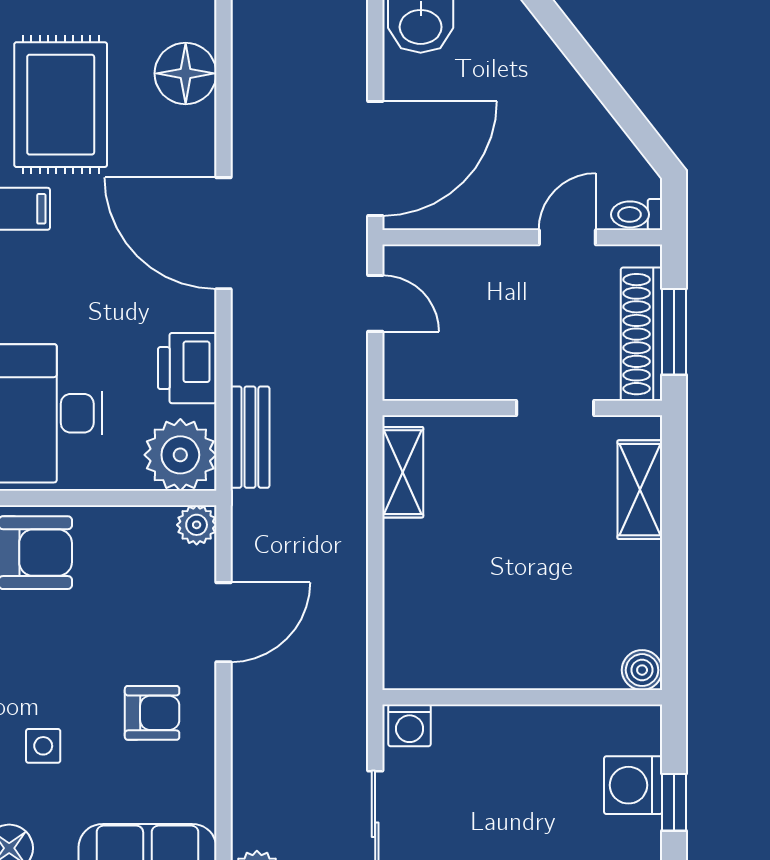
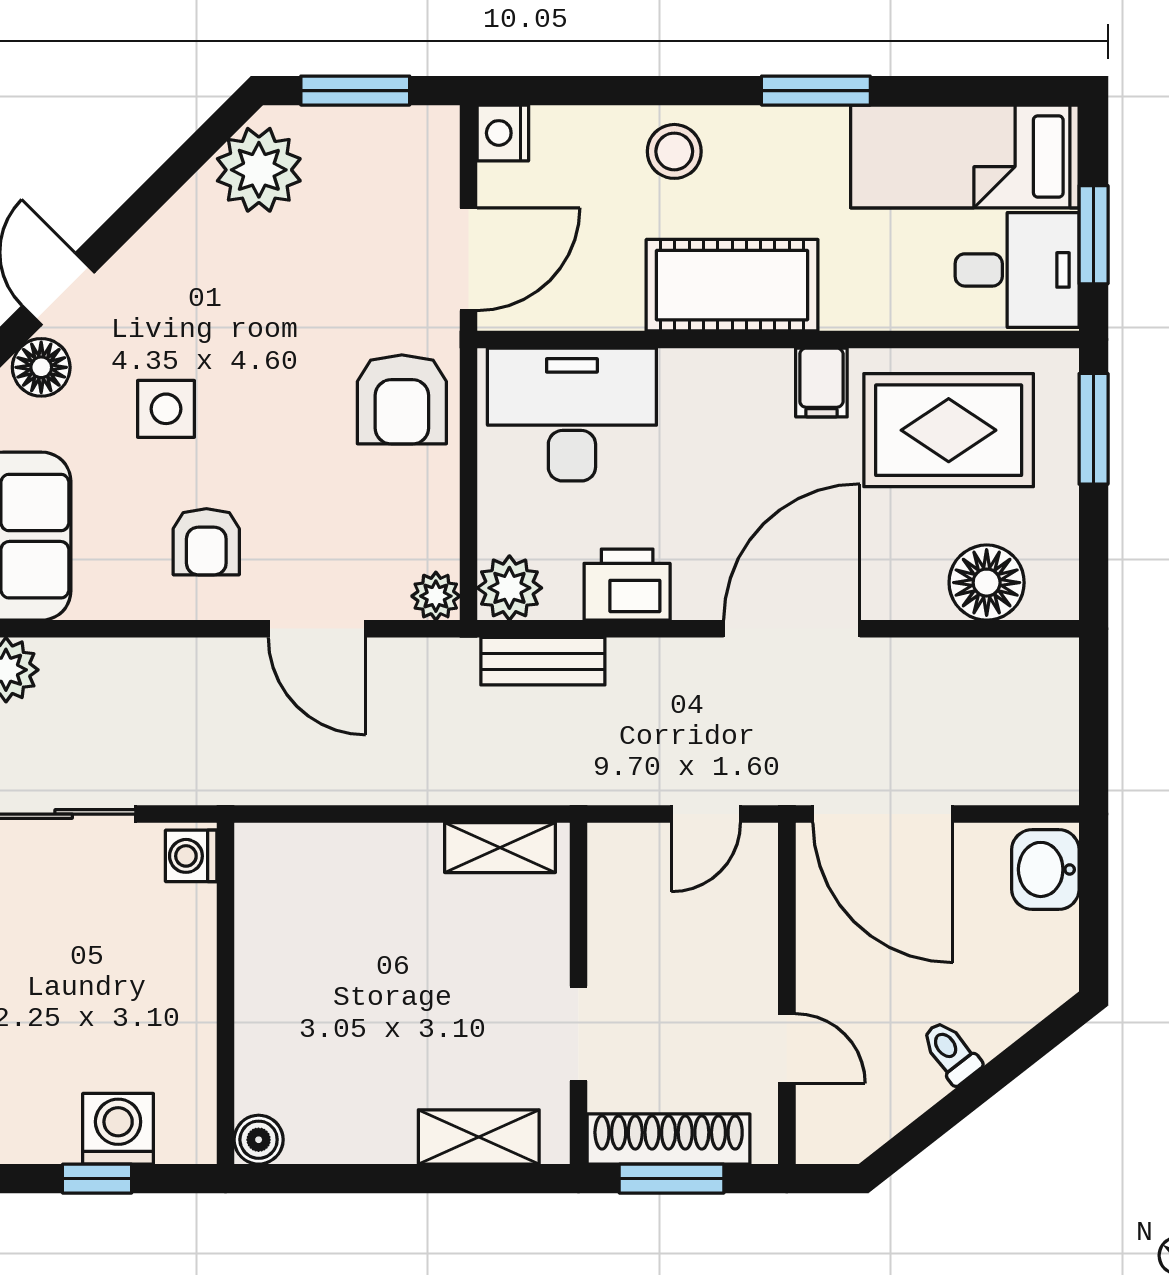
toilet: (637, 214) -> (951, 1052), moved, turned -38
plant: (180, 455) -> (509, 588), width x0.73, depth x0.73
side table: (43, 746) -> (166, 409), width x1.37, depth x1.37

